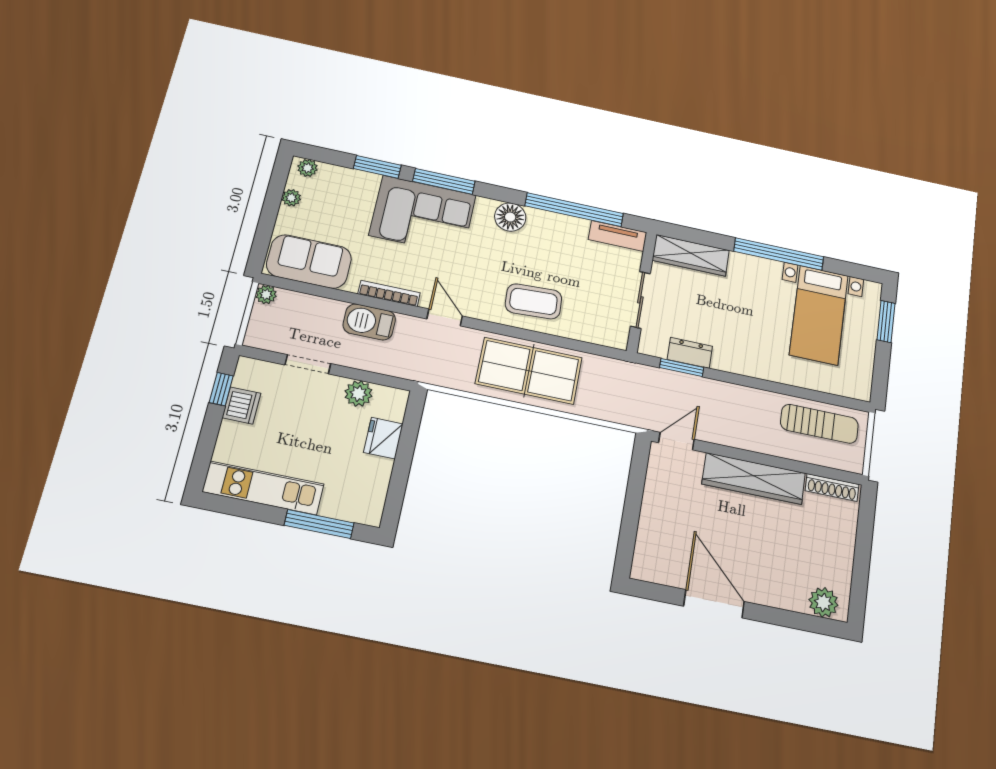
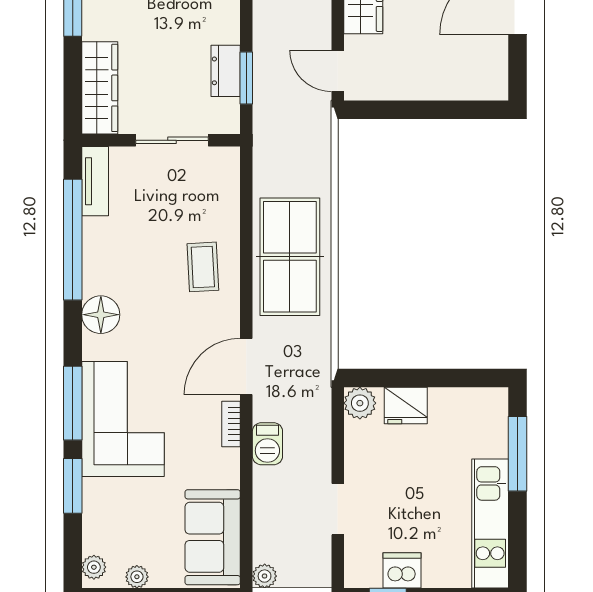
bookcase: (389, 293) -> (231, 424), width x0.64
coffee table: (533, 301) -> (203, 267), width x0.73, depth x0.77
door: (445, 317) -> (246, 367), width x1.38
barbecue: (369, 322) -> (267, 444), width x0.73, depth x0.79
plant: (359, 394) -> (360, 403), moved

